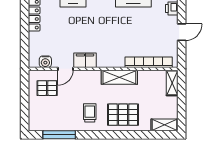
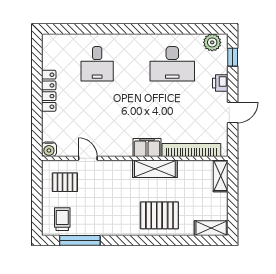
filing cabinet: (85, 60) -> (147, 147), moved
water cooler: (45, 62) -> (49, 149), moved
door: (66, 69) -> (88, 158), swing flipped
trolley: (90, 113) -> (62, 219), moved

